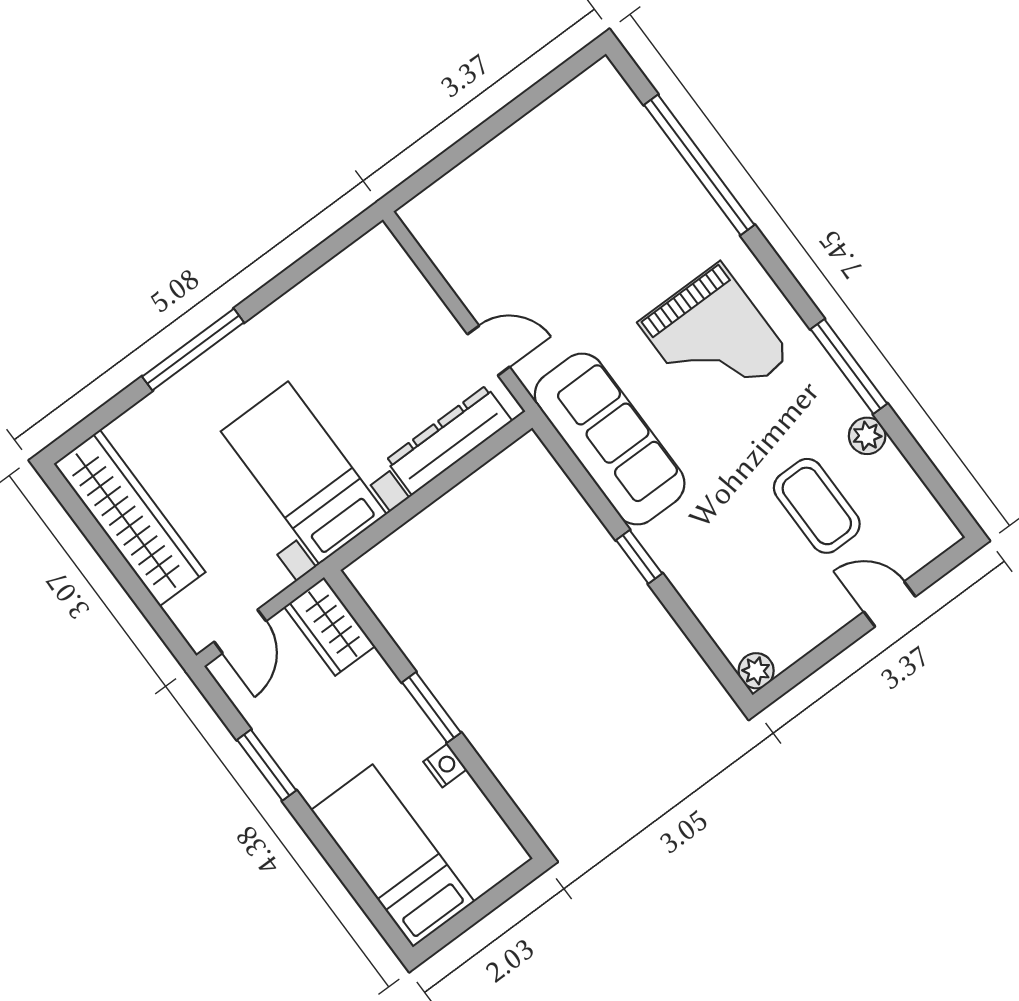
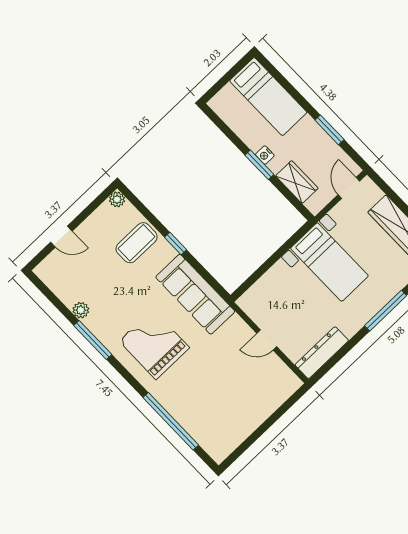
door: (489, 351) -> (267, 340), moved
dresser: (449, 440) -> (322, 353), moved, turned 180
coffee table: (817, 506) -> (137, 243), moved, turned 90
wardrobe: (330, 626) -> (297, 182), moved
nightstand: (445, 766) -> (265, 155), moved

